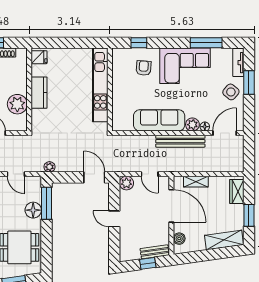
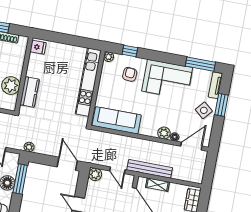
window: (206, 43) -> (200, 64), moved
plant: (117, 53) -> (109, 57), added
kitchen counter: (39, 93) -> (30, 92), moved
sofa: (159, 120) -> (117, 120), moved
bench: (180, 141) -> (150, 169), moved

